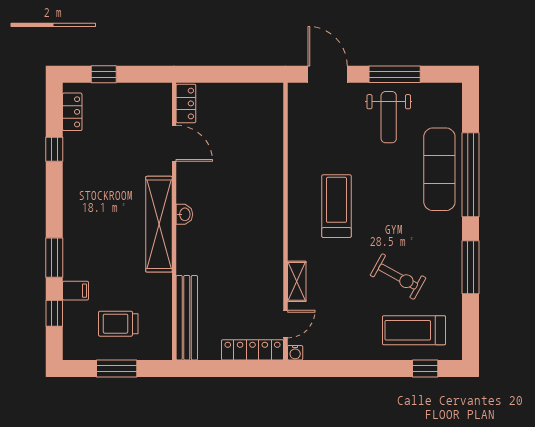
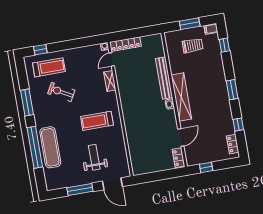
window: (104, 74) -> (206, 167), moved
weight bench: (389, 117) -> (94, 157), moved
door: (174, 143) -> (181, 138), swing flipped
treadmill: (336, 206) -> (97, 121), turned 90
window: (54, 258) -> (232, 90), moved
filing cabinet: (76, 291) -> (211, 29), moved
bench: (187, 318) -> (164, 78), moved

